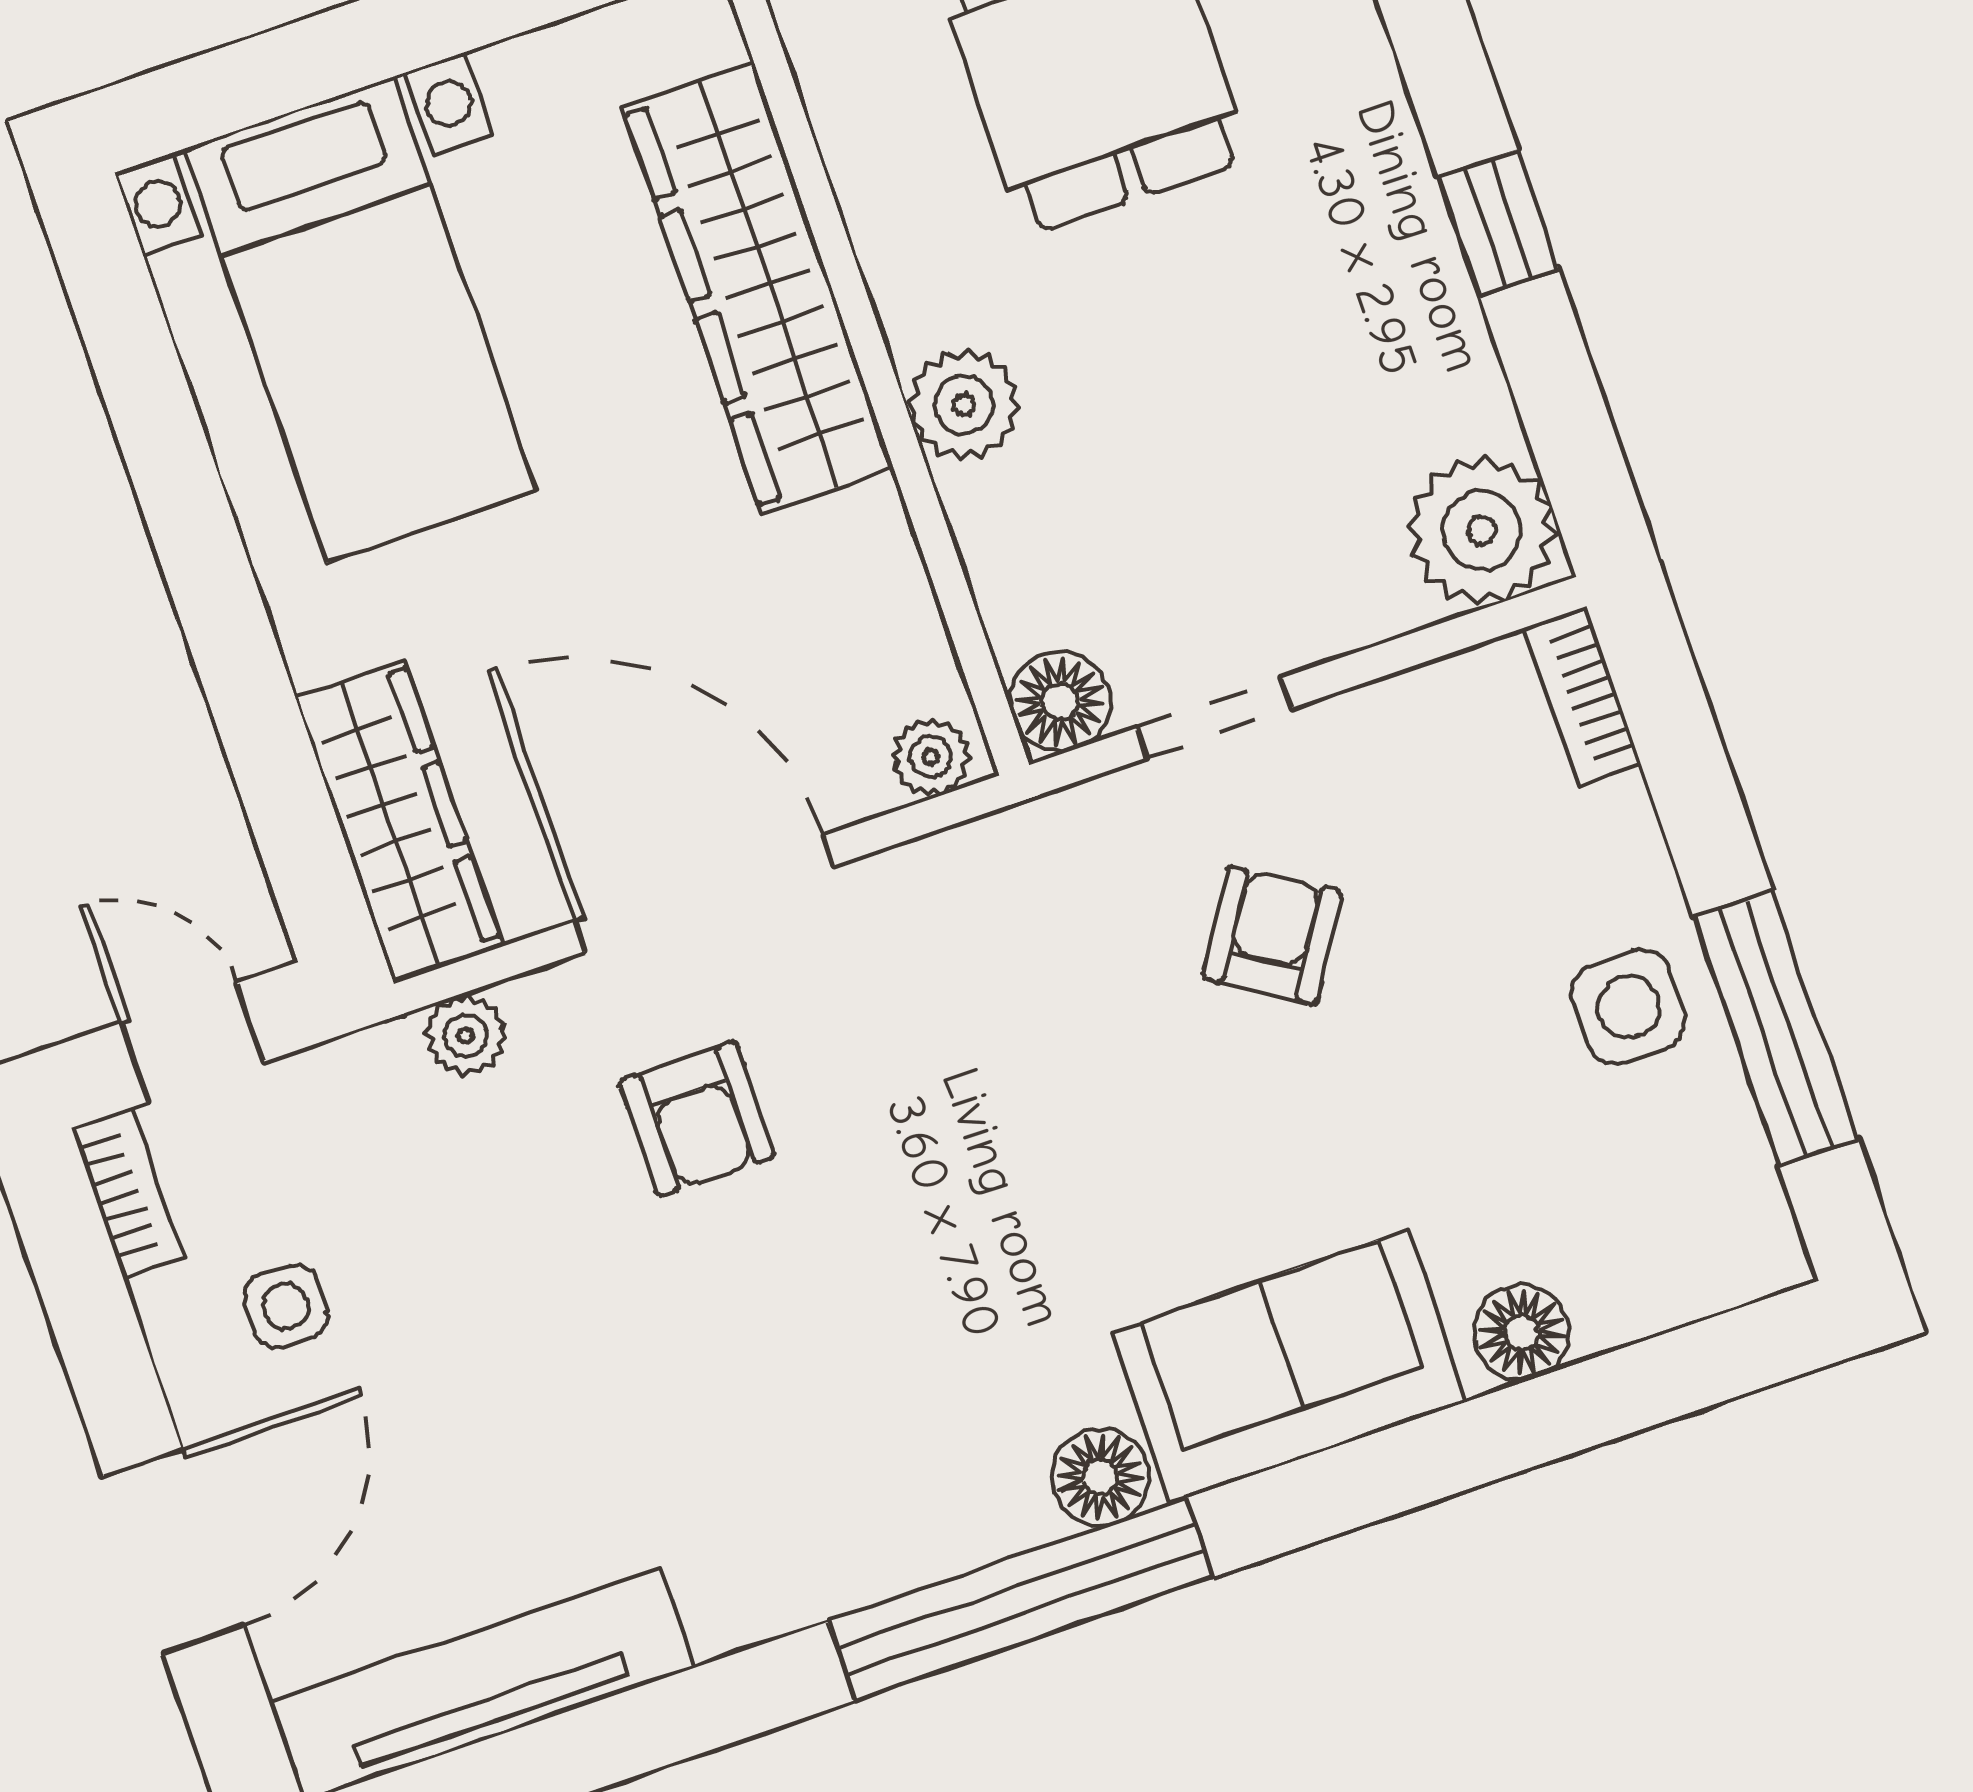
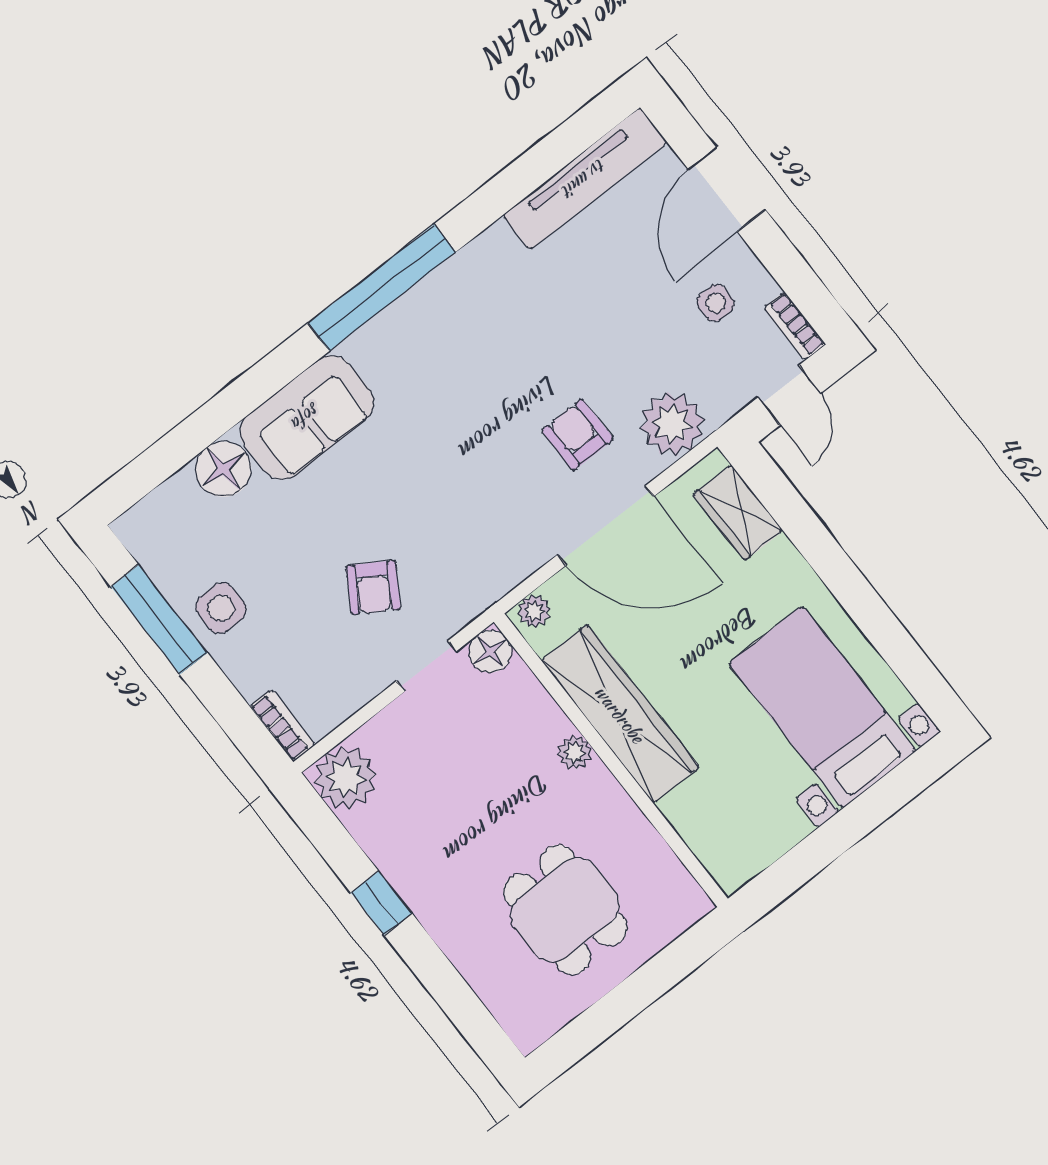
wardrobe: (758, 288) -> (620, 714), moved
plant: (964, 405) -> (575, 753), width x0.73, depth x0.73
wardrobe: (398, 820) -> (738, 512), width x0.67
plant: (466, 1035) -> (672, 424), width x1.88, depth x1.88
door: (192, 1042) -> (789, 395), hinge flipped
floor lamp: (1522, 1332) -> (223, 469), width x1.38, depth x1.38
floor lamp: (1100, 1477) -> (367, 347), removed

